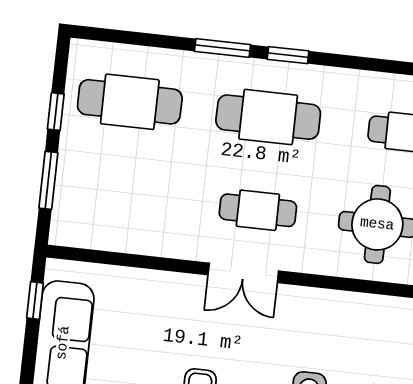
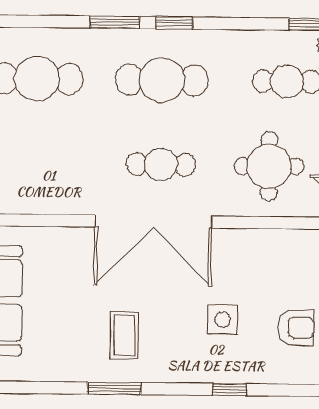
double door: (243, 273) -> (153, 222), width x1.87

